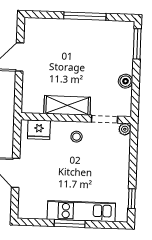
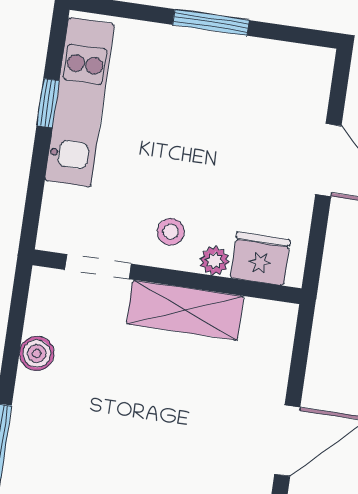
plant: (125, 129) -> (214, 261), moved
window: (132, 199) -> (48, 103), moved
kitchen unit: (81, 211) -> (80, 102), moved, turned -90

